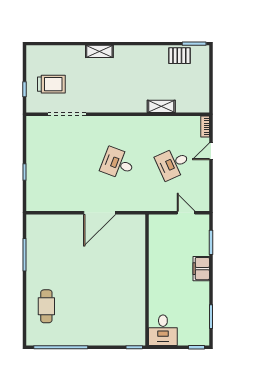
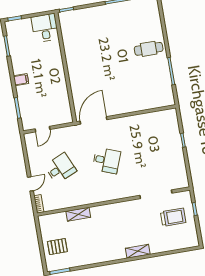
pallet: (179, 56) -> (57, 247), moved
trolley: (51, 84) -> (173, 217), turned 180
door: (100, 213) -> (94, 120), moved
door: (186, 213) -> (42, 129), hinge flipped
filing cabinet: (201, 269) -> (21, 80), width x0.50
cafe table: (46, 306) -> (149, 49), moved, turned 90

